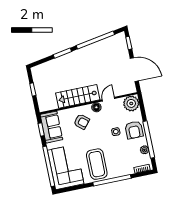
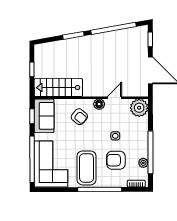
stairs: (78, 96) -> (58, 88), moved
armchair: (134, 130) -> (116, 160), moved, turned 90

